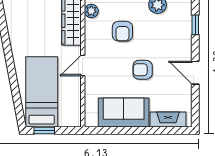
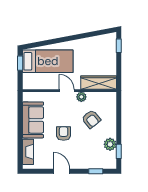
plant: (91, 11) -> (81, 97), moved
armchair: (122, 31) -> (91, 119), turned -129
door: (195, 73) -> (62, 171), hinge flipped

